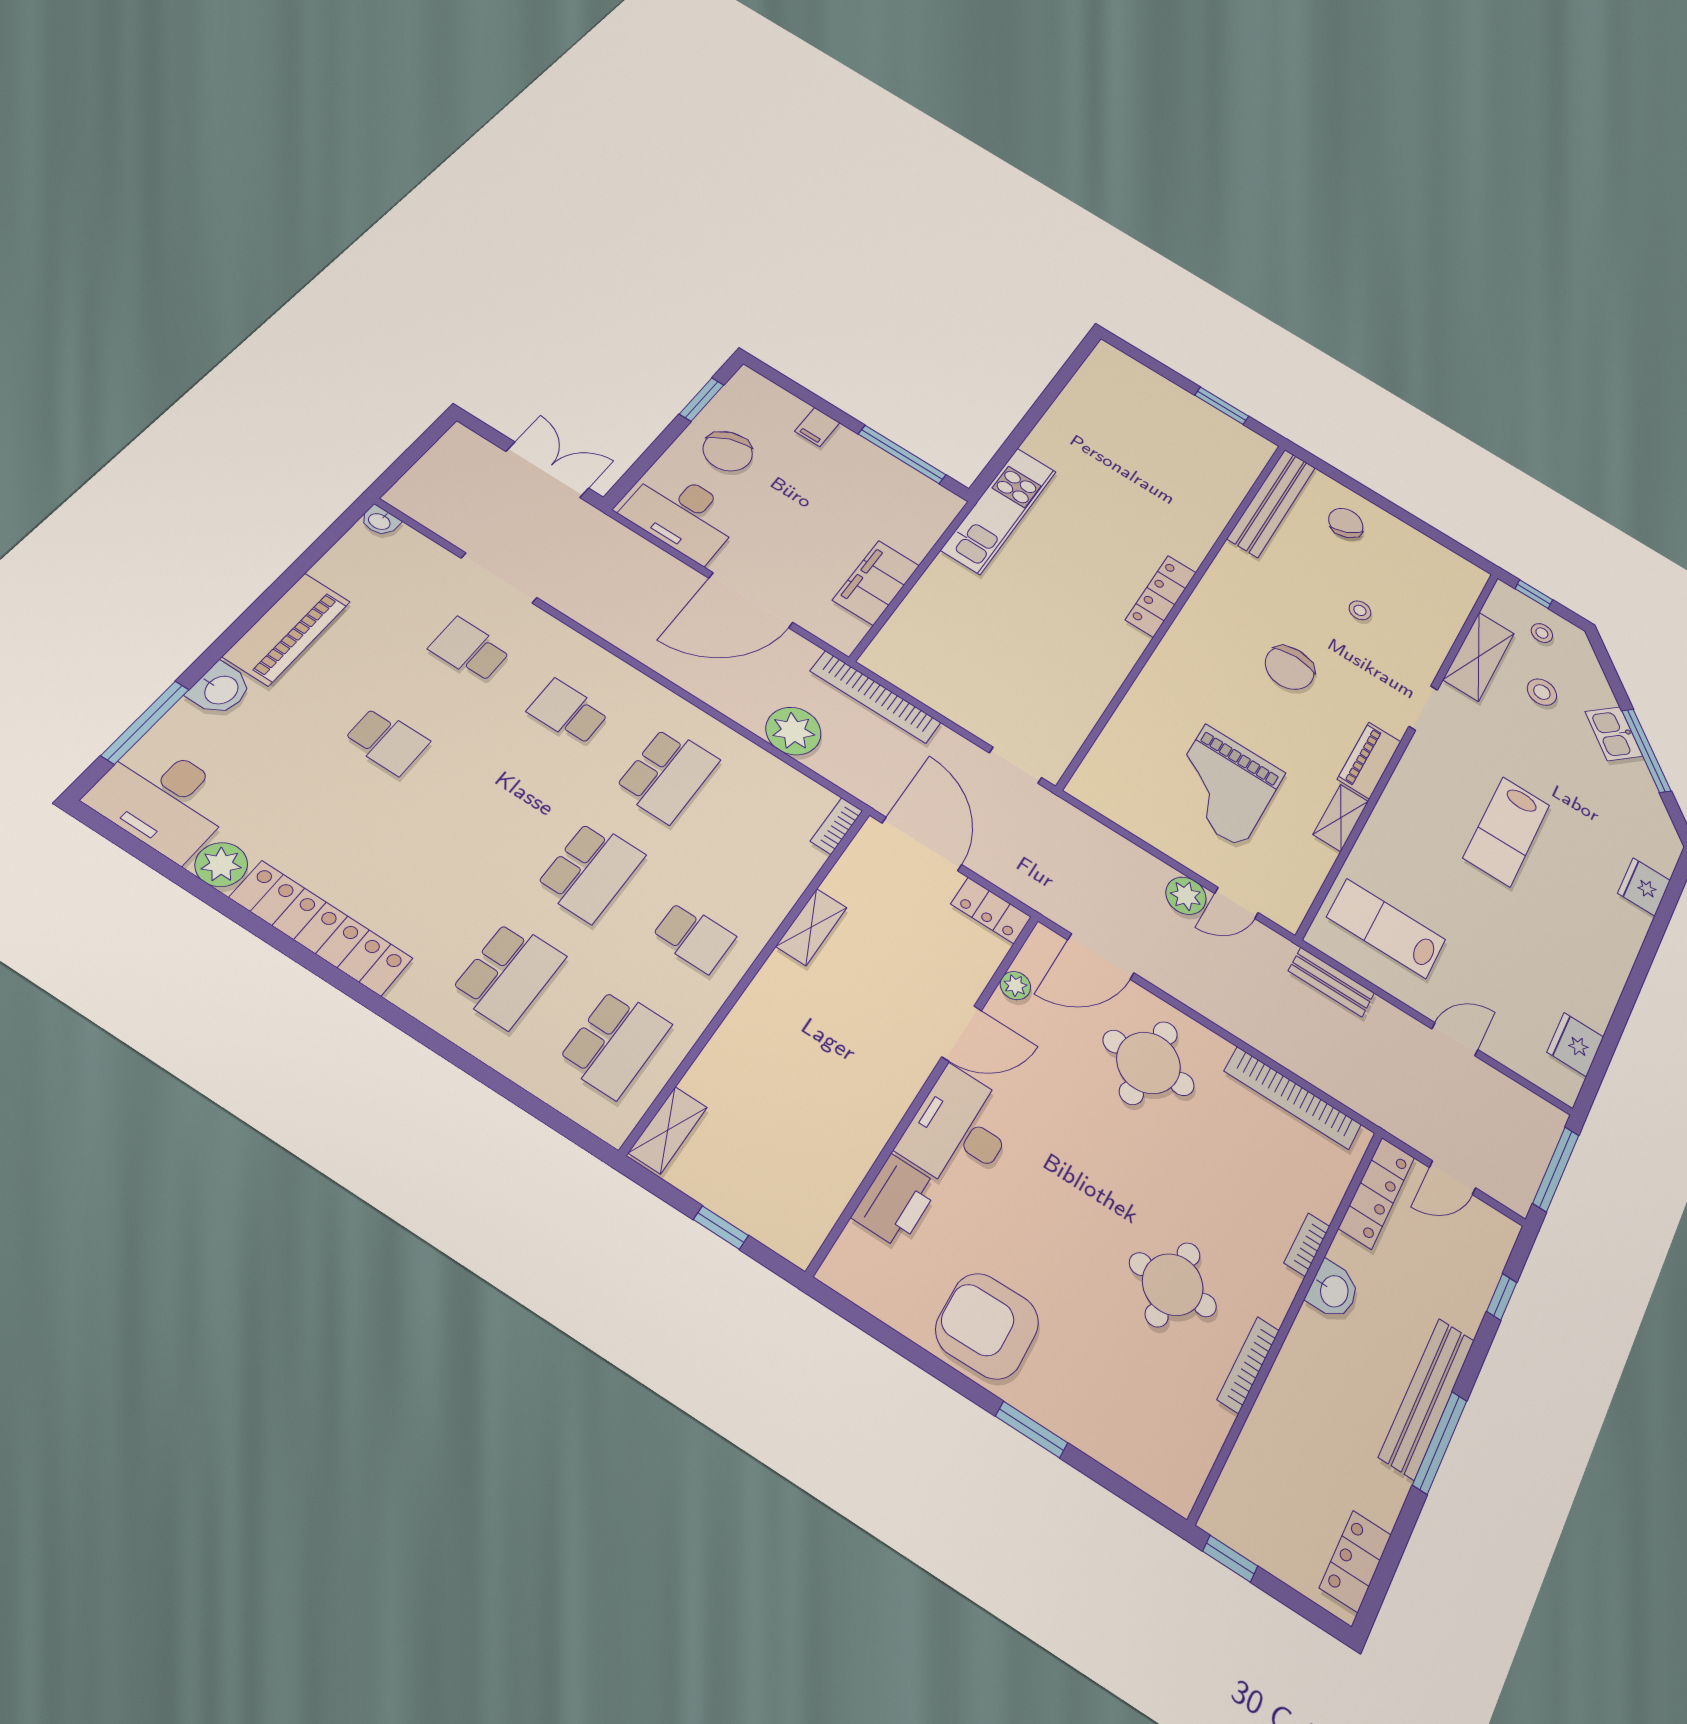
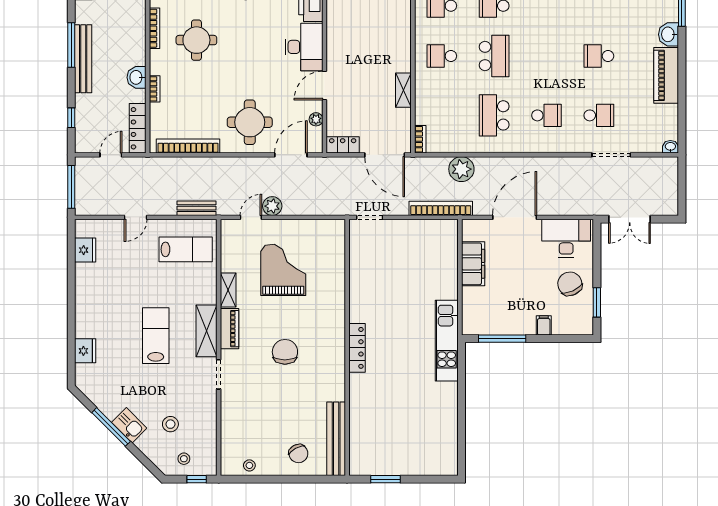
stool: (1360, 610) -> (249, 465), moved
shelving: (1479, 656) -> (207, 331), moved
school desk: (591, 871) -> (494, 56), turned 180

